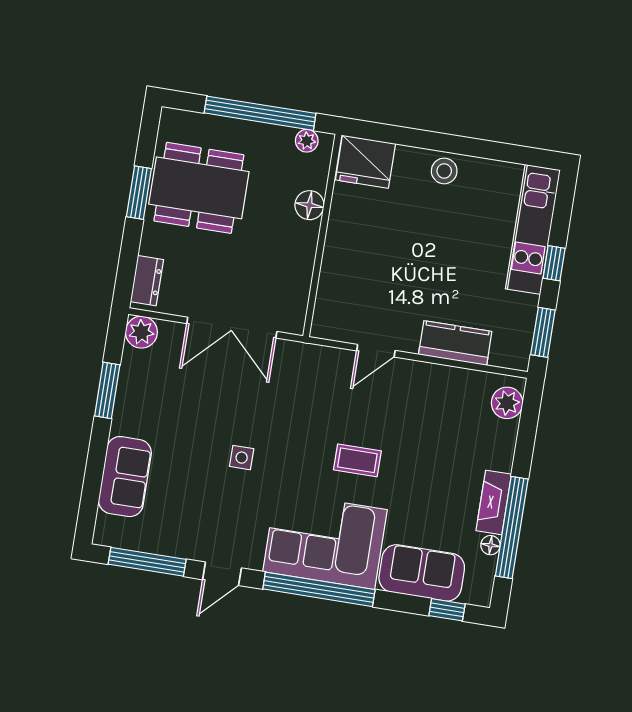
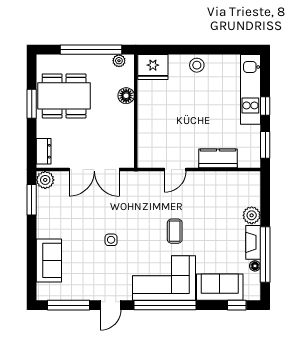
window: (107, 390) -> (32, 200), moved
plant: (507, 403) -> (252, 215), moved
coffee table: (357, 460) -> (175, 231), turned 90

